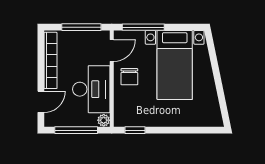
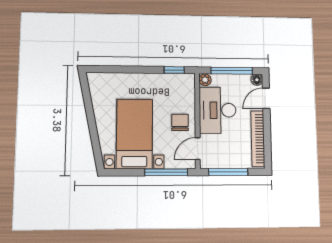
floor lamp: (50, 121) -> (257, 80), added

